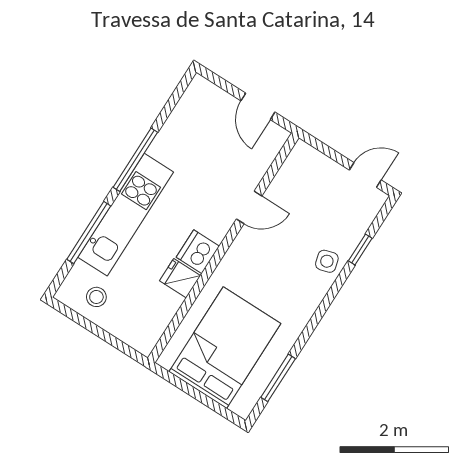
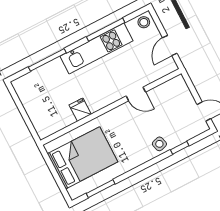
window: (135, 160) -> (106, 30), moved
kitchen unit: (126, 215) -> (96, 49), moved
dishwasher: (198, 252) -> (97, 101), removed
stool: (96, 297) -> (144, 22), moved

